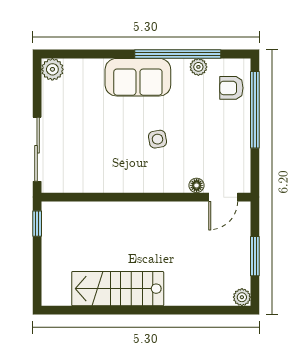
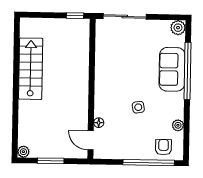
window: (178, 54) -> (188, 71), moved
sofa: (138, 77) -> (172, 69), moved
side table: (157, 139) -> (138, 107), moved

